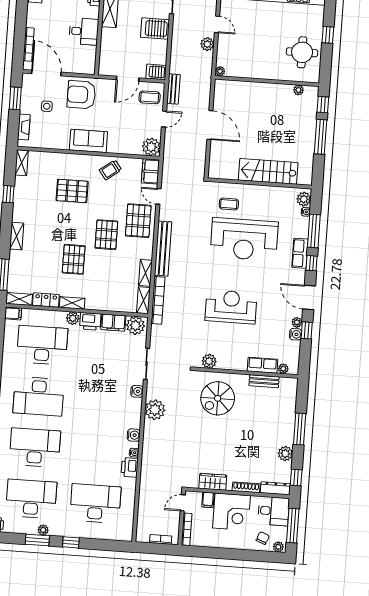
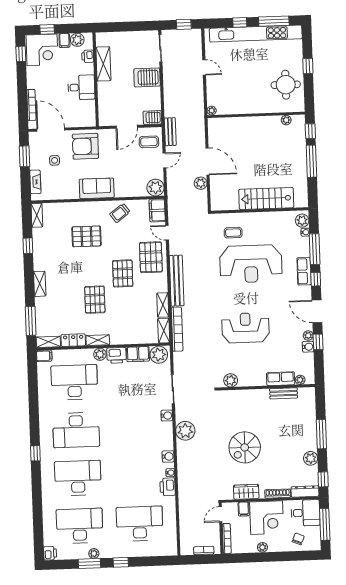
plant: (207, 44) -> (201, 183), moved
spiral stairs: (218, 398) -> (245, 447), moved
plant: (278, 547) -> (262, 547), moved

